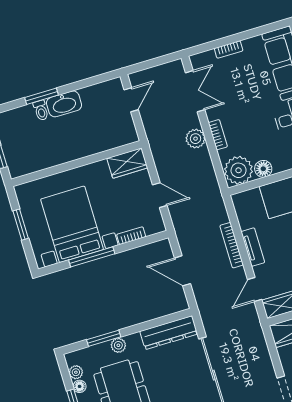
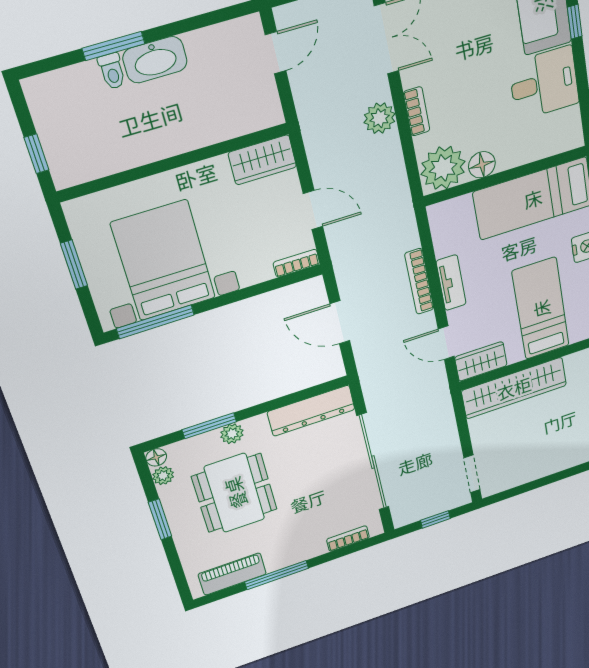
bookcase: (131, 236) -> (296, 263), moved
window: (92, 257) -> (155, 322), moved
door: (255, 289) -> (446, 343), hinge flipped
floor lamp: (80, 386) -> (156, 457), moved

